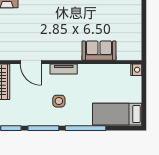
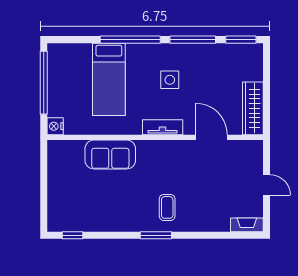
coffee table: (61, 15) -> (167, 207), added
window: (144, 99) -> (44, 83), added
bed: (117, 114) -> (109, 79), moved, turned 90

